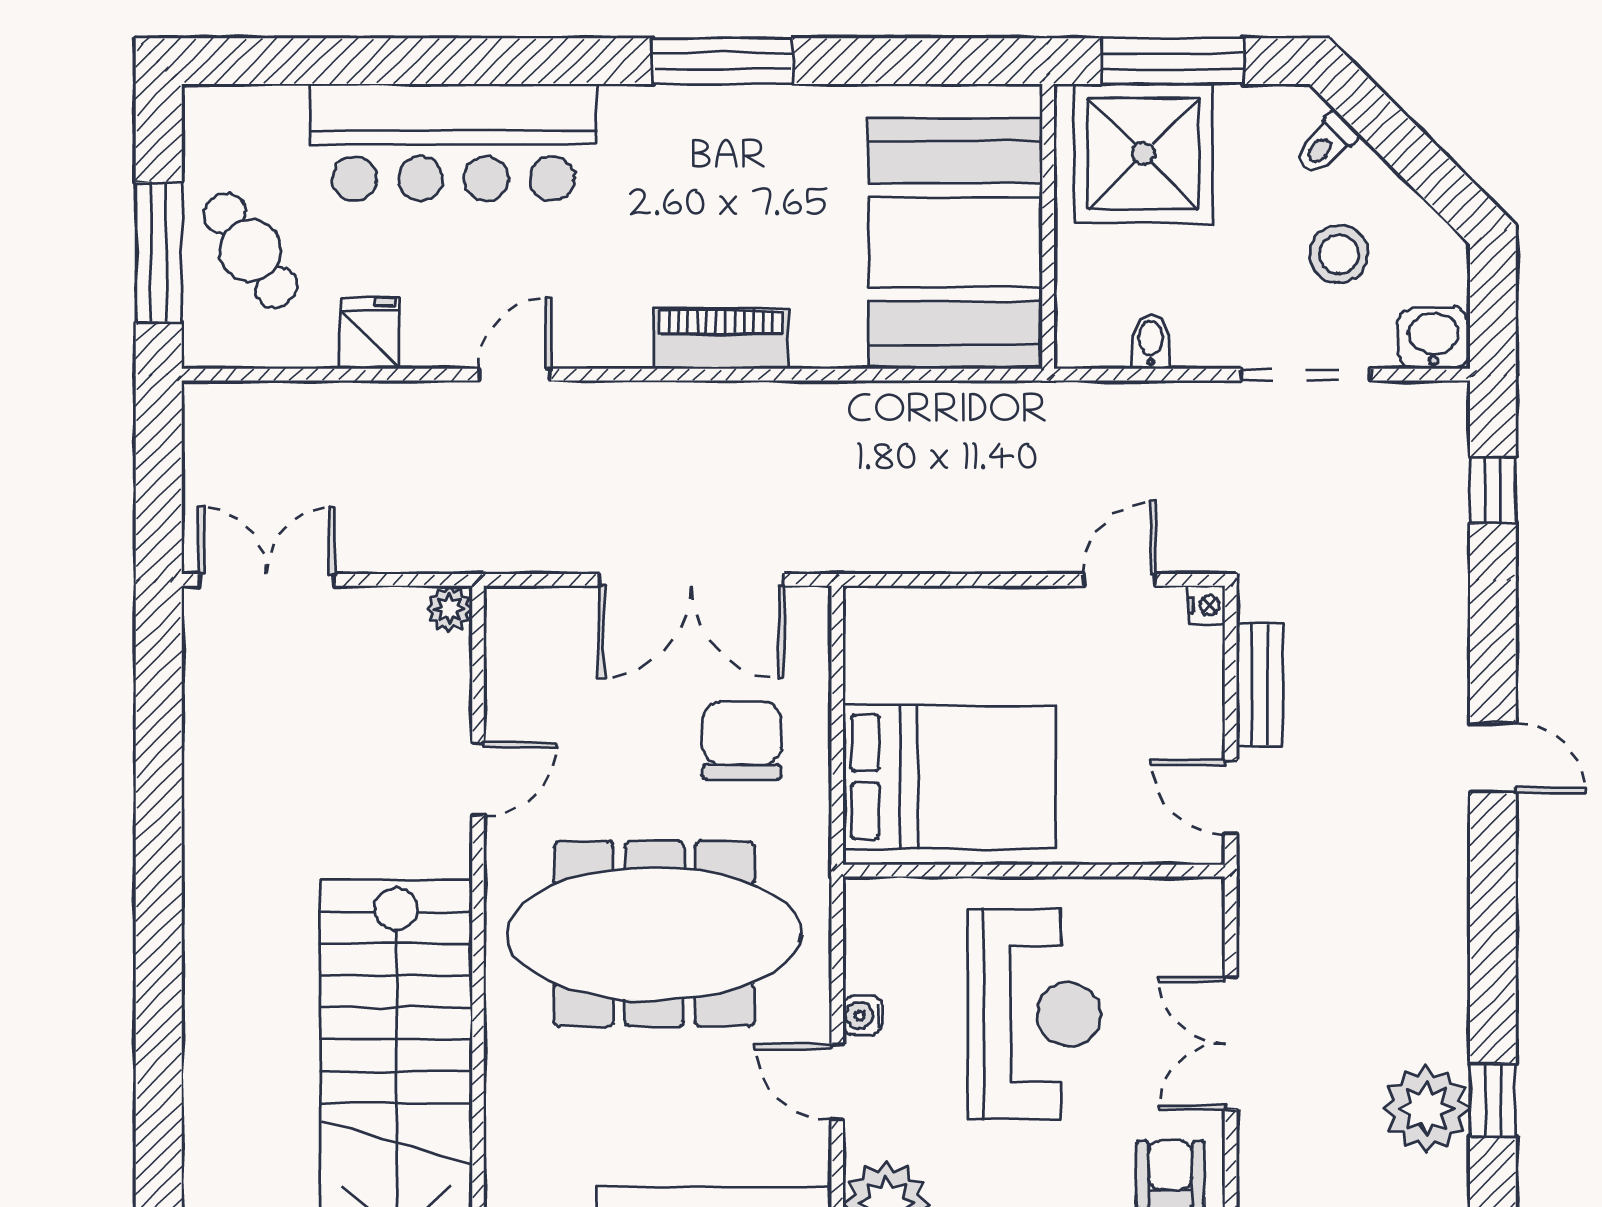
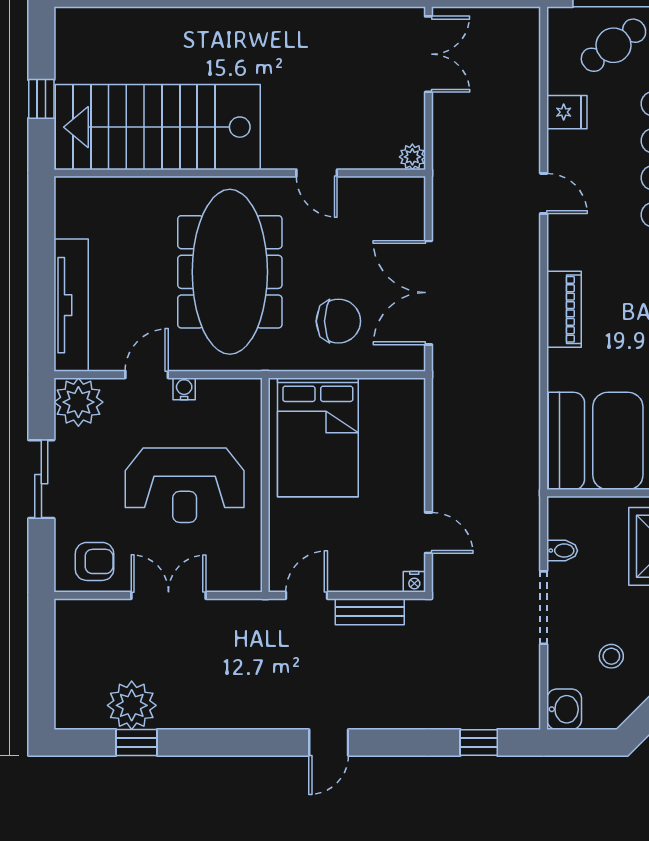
stool: (1339, 254) -> (611, 656), width x0.73, depth x0.73
doorway: (1306, 375) -> (544, 608), moved

